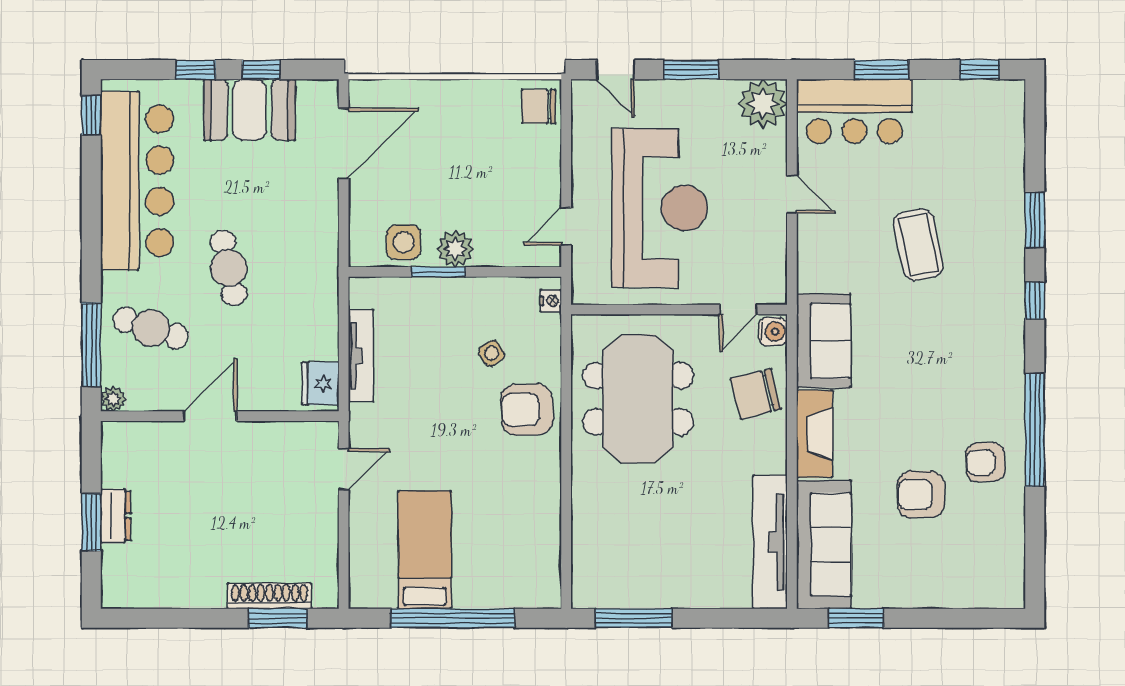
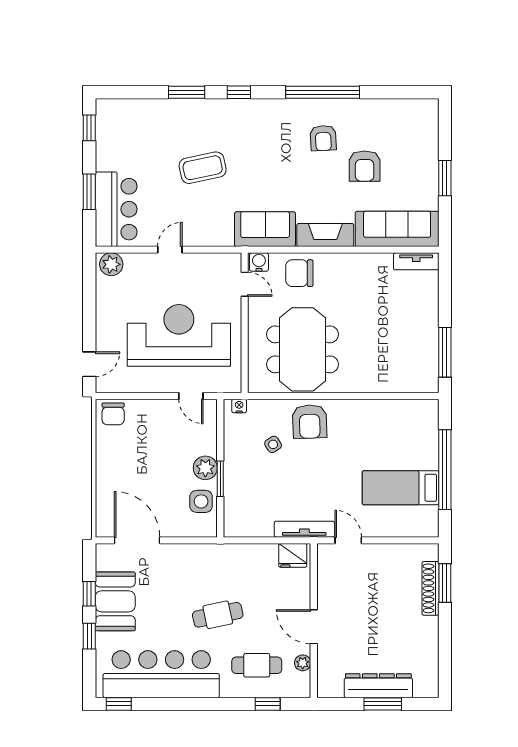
window: (691, 70) -> (89, 315), removed
plant: (763, 104) -> (111, 264), width x0.73, depth x0.73
cafe table: (151, 328) -> (257, 665), turned 72
window: (91, 345) -> (268, 704), width x0.46
tv unit: (361, 356) -> (304, 529), moved
chair: (756, 394) -> (299, 273), turned 104
plant: (113, 399) -> (303, 663), moved
meeting table: (638, 399) -> (303, 349), turned 90
armchair: (985, 462) -> (323, 138), moved
dresser: (116, 516) -> (378, 686), width x1.96, depth x1.24
tv unit: (770, 542) -> (416, 261), width x0.52, depth x0.78
window: (856, 618) -> (445, 178), moved

